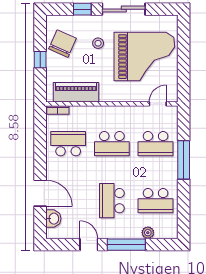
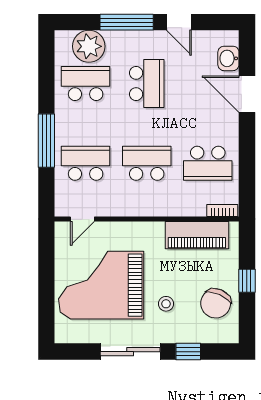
plant: (148, 233) -> (89, 46), width x1.88, depth x1.88

